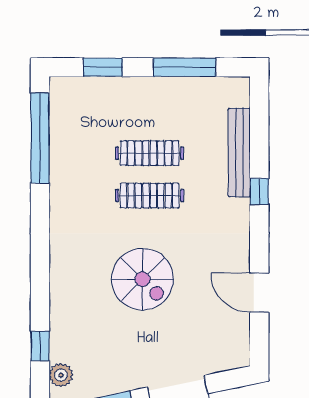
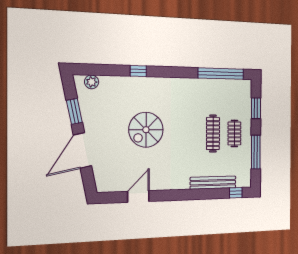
window: (259, 191) -> (236, 193), moved
clothes rail: (150, 196) -> (234, 133), moved, width x0.73
window: (40, 346) -> (138, 71), moved

